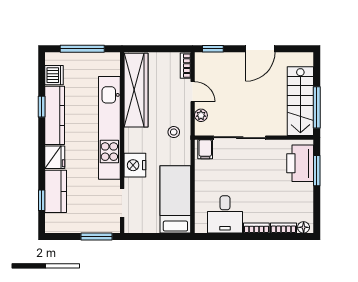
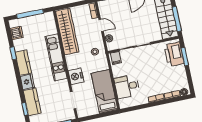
kitchen counter: (55, 115) -> (23, 63), width x0.67
kitchen unit: (109, 128) -> (56, 57), width x0.73
desk: (225, 214) -> (127, 86), moved, turned 90

